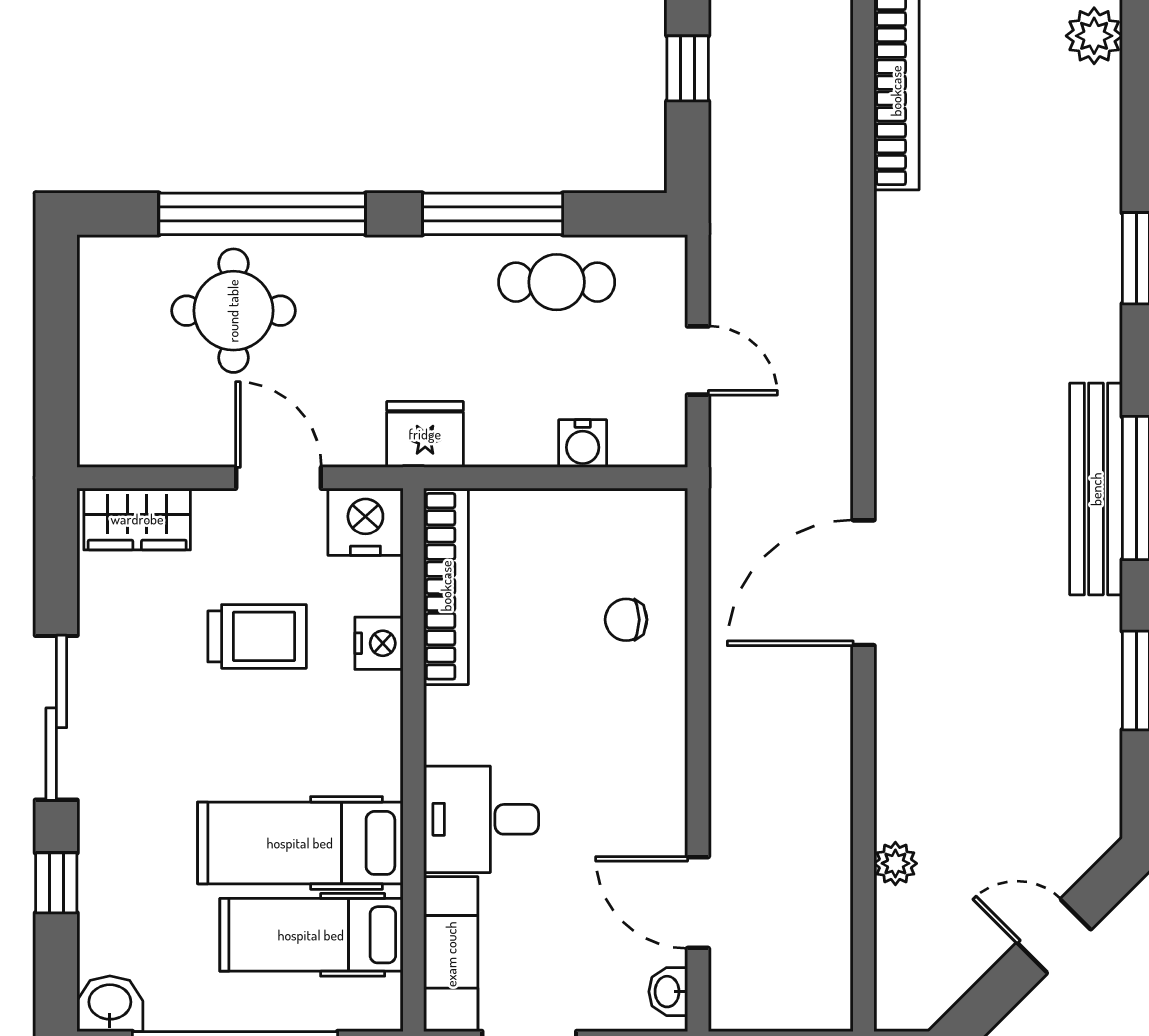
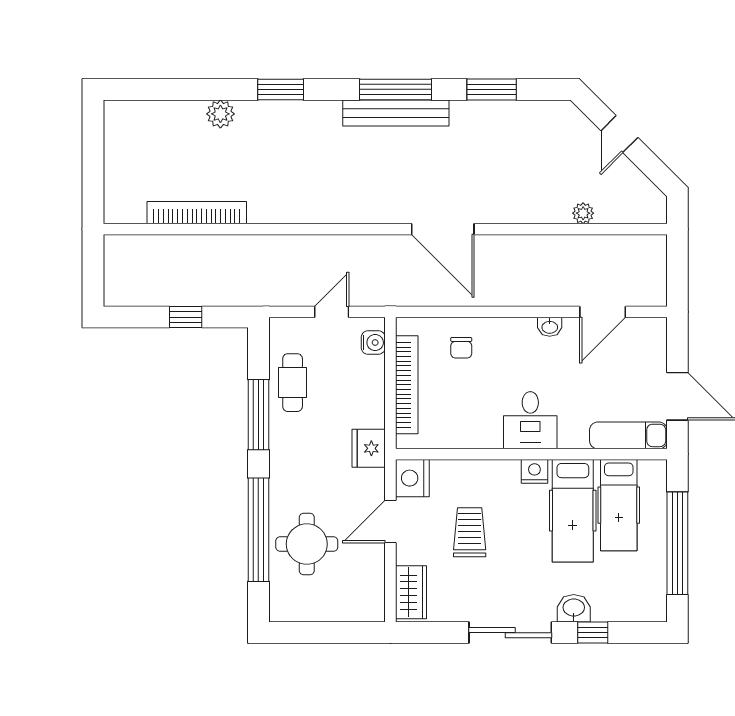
plant: (1094, 36) -> (220, 114), moved
water cooler: (583, 444) -> (373, 343), moved
bookcase: (446, 586) -> (407, 385), moved, turned 90
nightstand: (379, 643) -> (534, 471), moved
desk: (481, 819) -> (530, 420), moved
washbasin: (668, 992) -> (550, 327), moved
washbasin: (110, 1004) -> (574, 608), moved, turned 90

